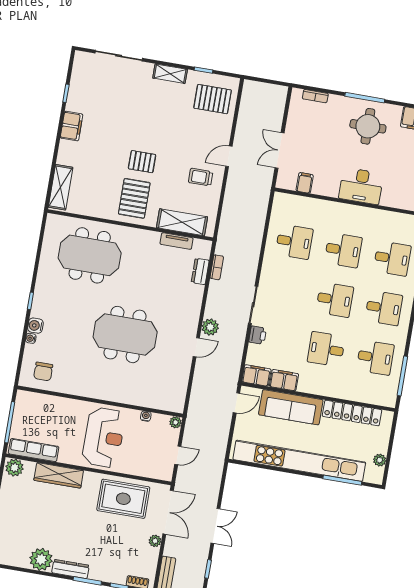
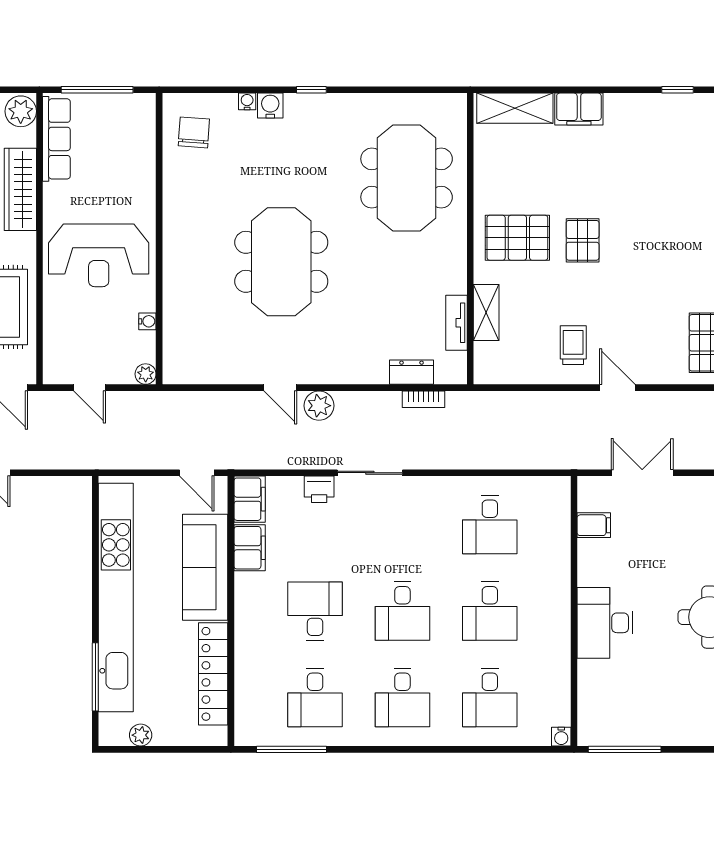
filing cabinet: (72, 126) -> (579, 109), moved
shelving: (182, 222) -> (486, 313), width x0.67, depth x0.75
chair: (43, 372) -> (194, 132), turned 94

